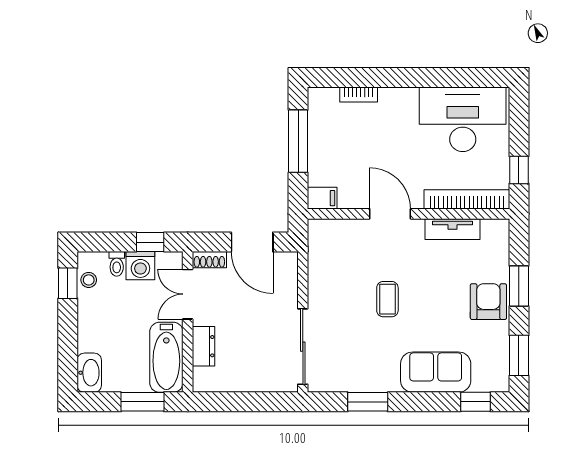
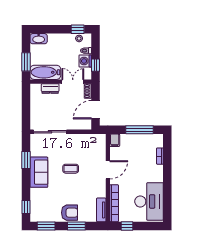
tv unit: (453, 229) -> (101, 210), moved
sofa: (436, 372) -> (39, 172), moved

